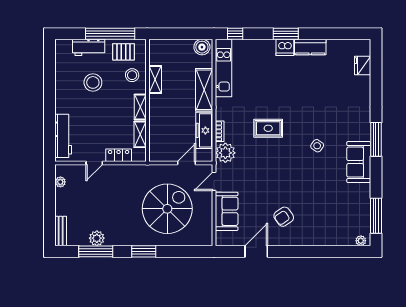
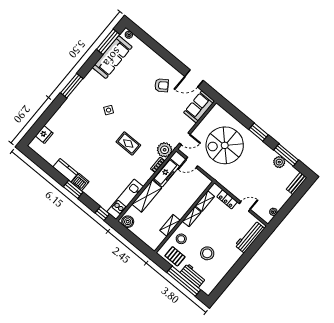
window: (110, 34) -> (184, 281), moved
sofa: (359, 162) -> (112, 57), moved, width x1.36
sofa: (227, 211) -> (199, 107), moved

